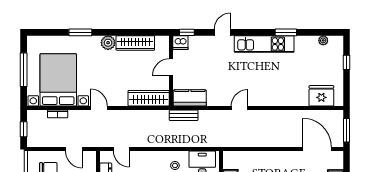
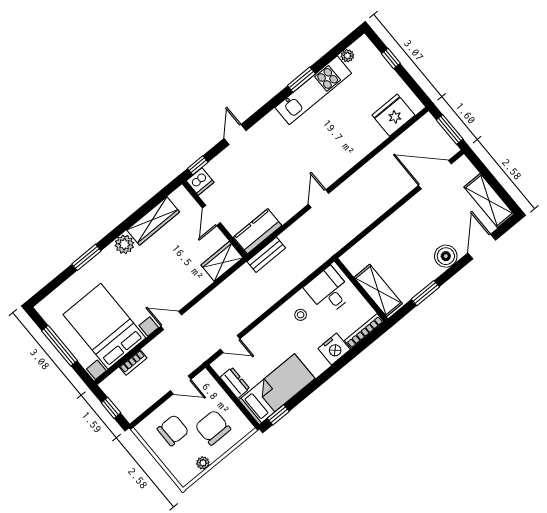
kitchen unit: (264, 44) -> (313, 90), moved
wardrobe: (149, 98) -> (222, 261), width x0.67

